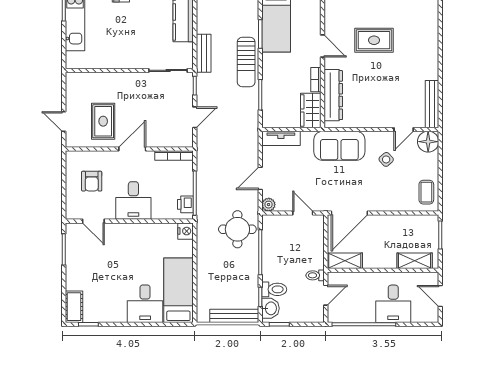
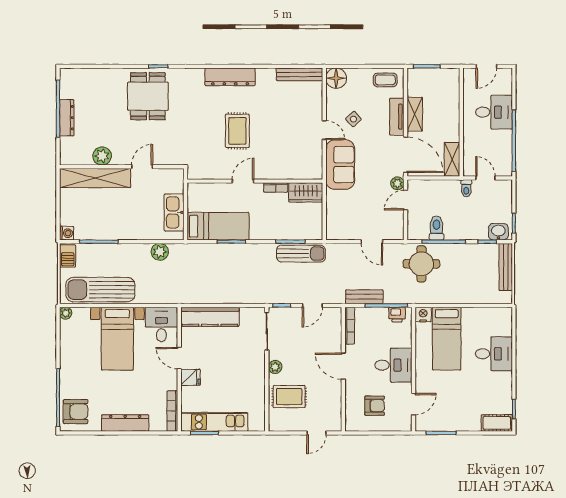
bench: (204, 53) -> (364, 297), moved
sun lounger: (246, 62) -> (301, 254), moved
plant: (131, 79) -> (275, 367), added
dresser: (333, 95) -> (230, 77), moved, turned 180
door: (195, 117) -> (312, 305), swing flipped
rug: (103, 121) -> (289, 397), moved
door: (404, 129) -> (324, 130), moved
tv unit: (281, 138) -> (397, 117), moved, turned 180
plant: (269, 205) -> (397, 183), moved
shelving: (415, 261) -> (415, 114), moved
toilet: (274, 289) -> (437, 228), moved
bed: (178, 290) -> (447, 339), moved, turned -90

